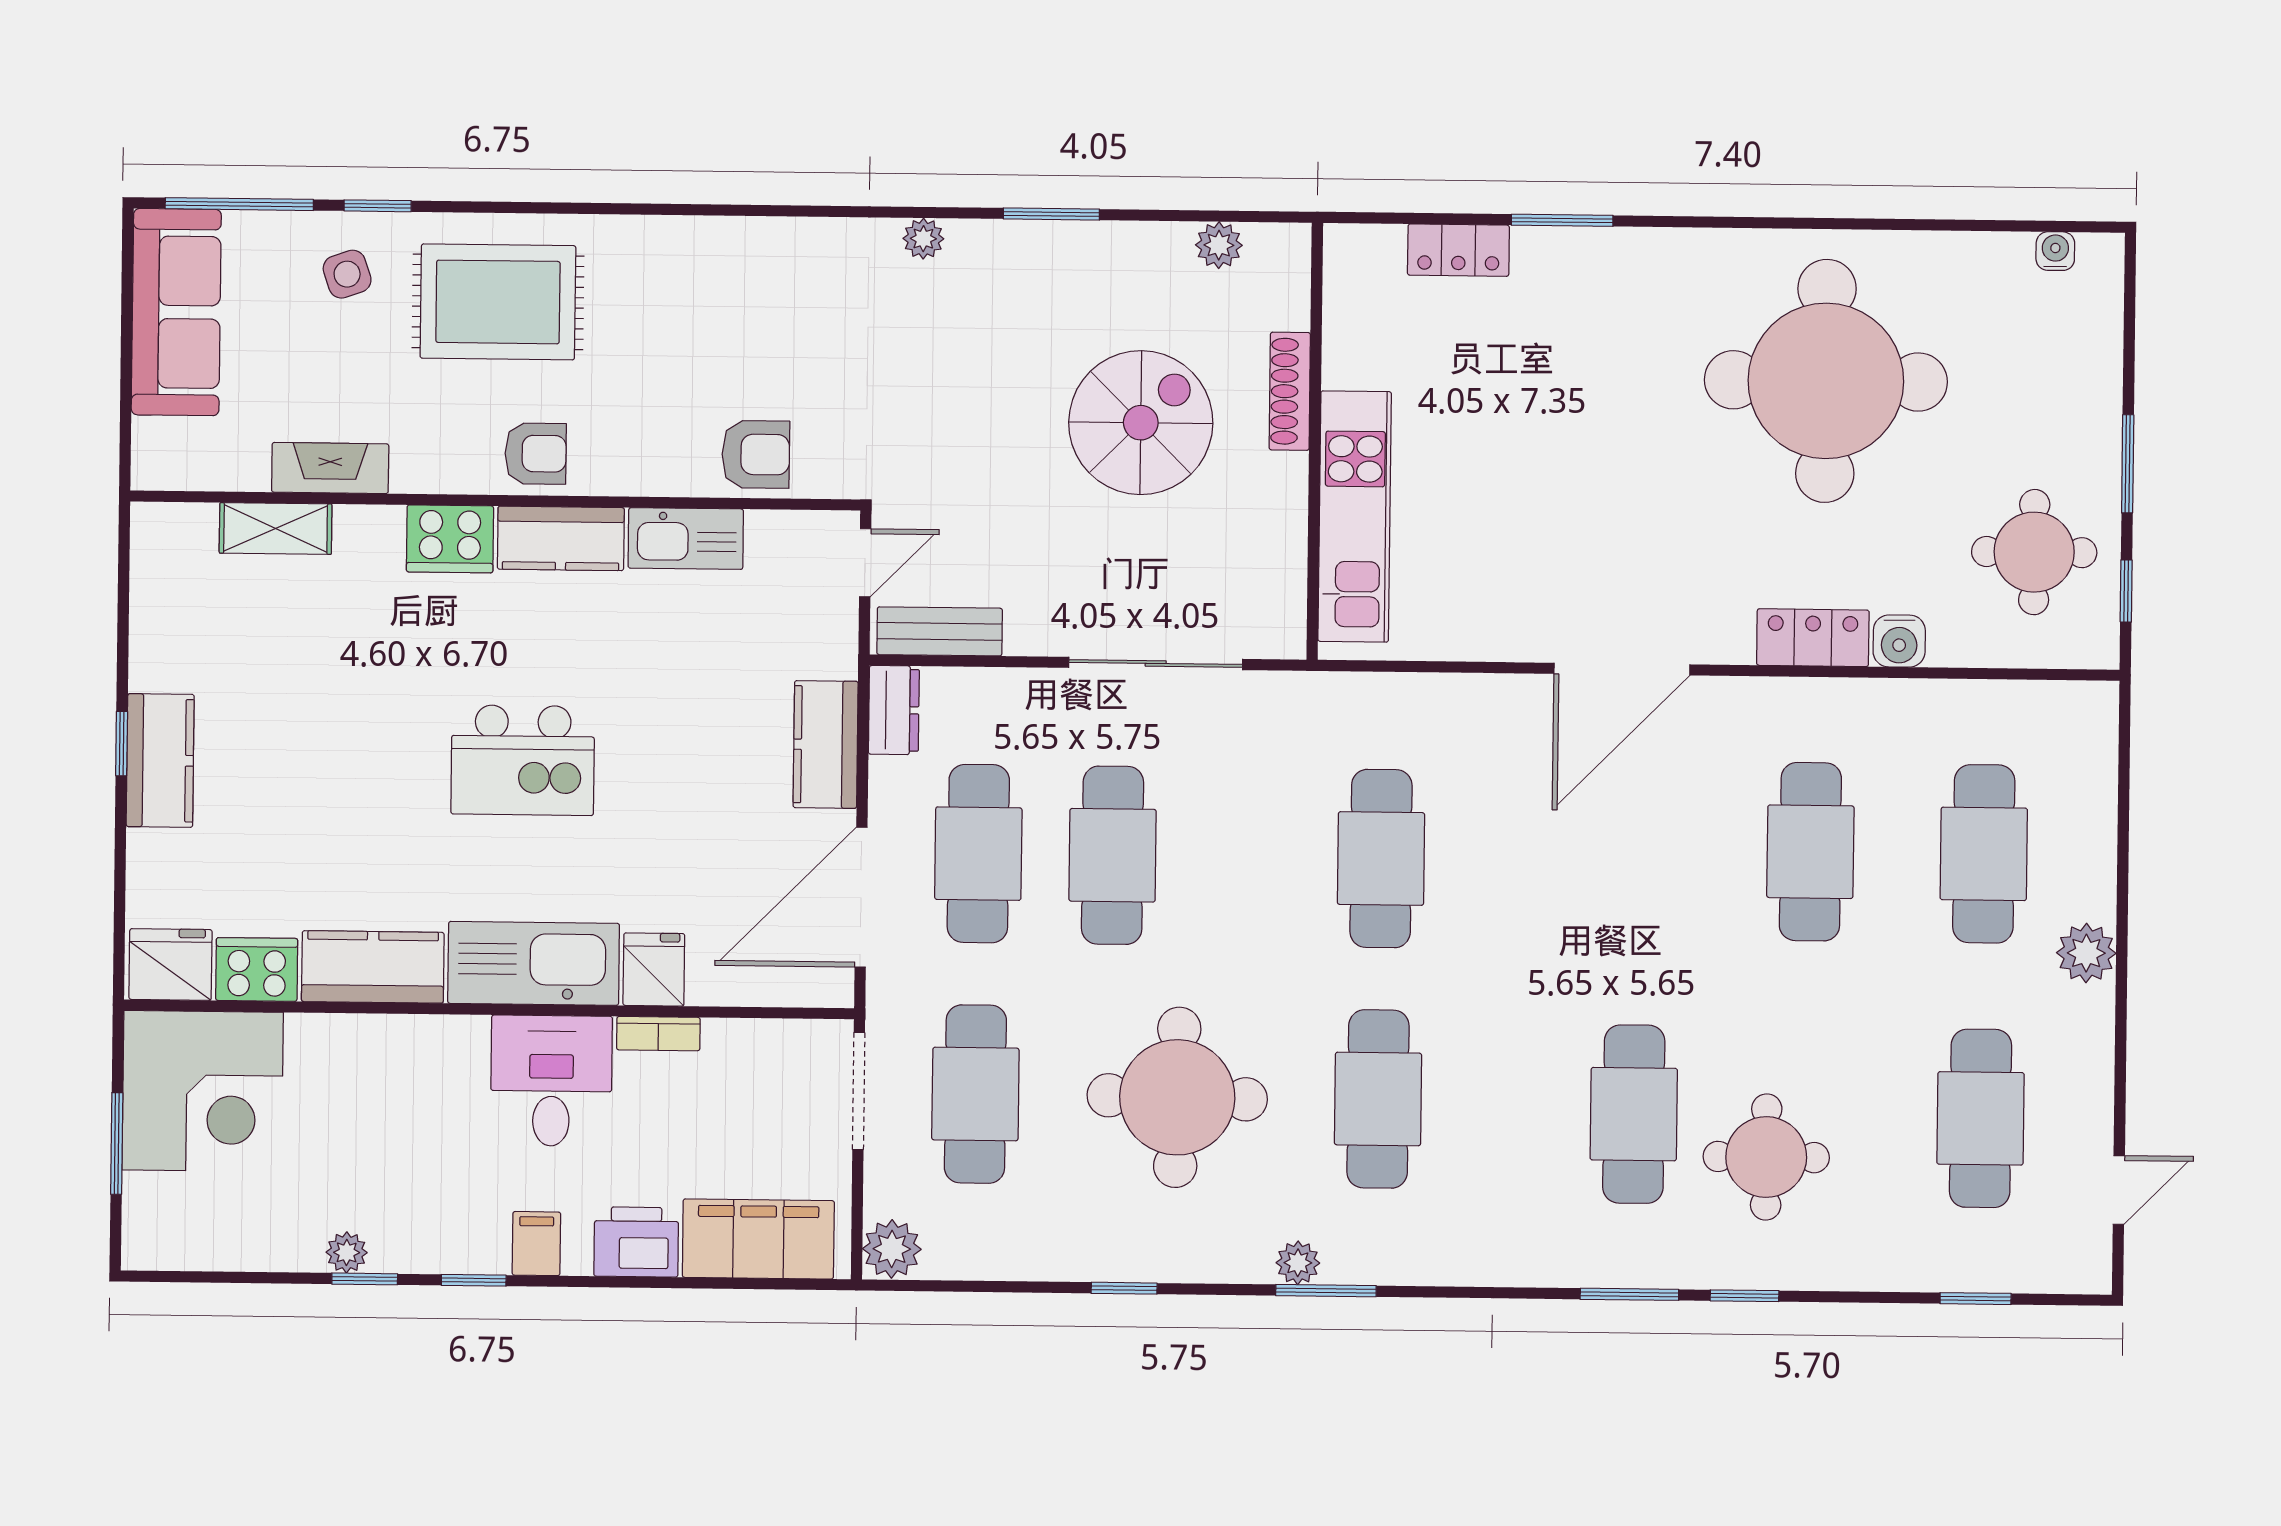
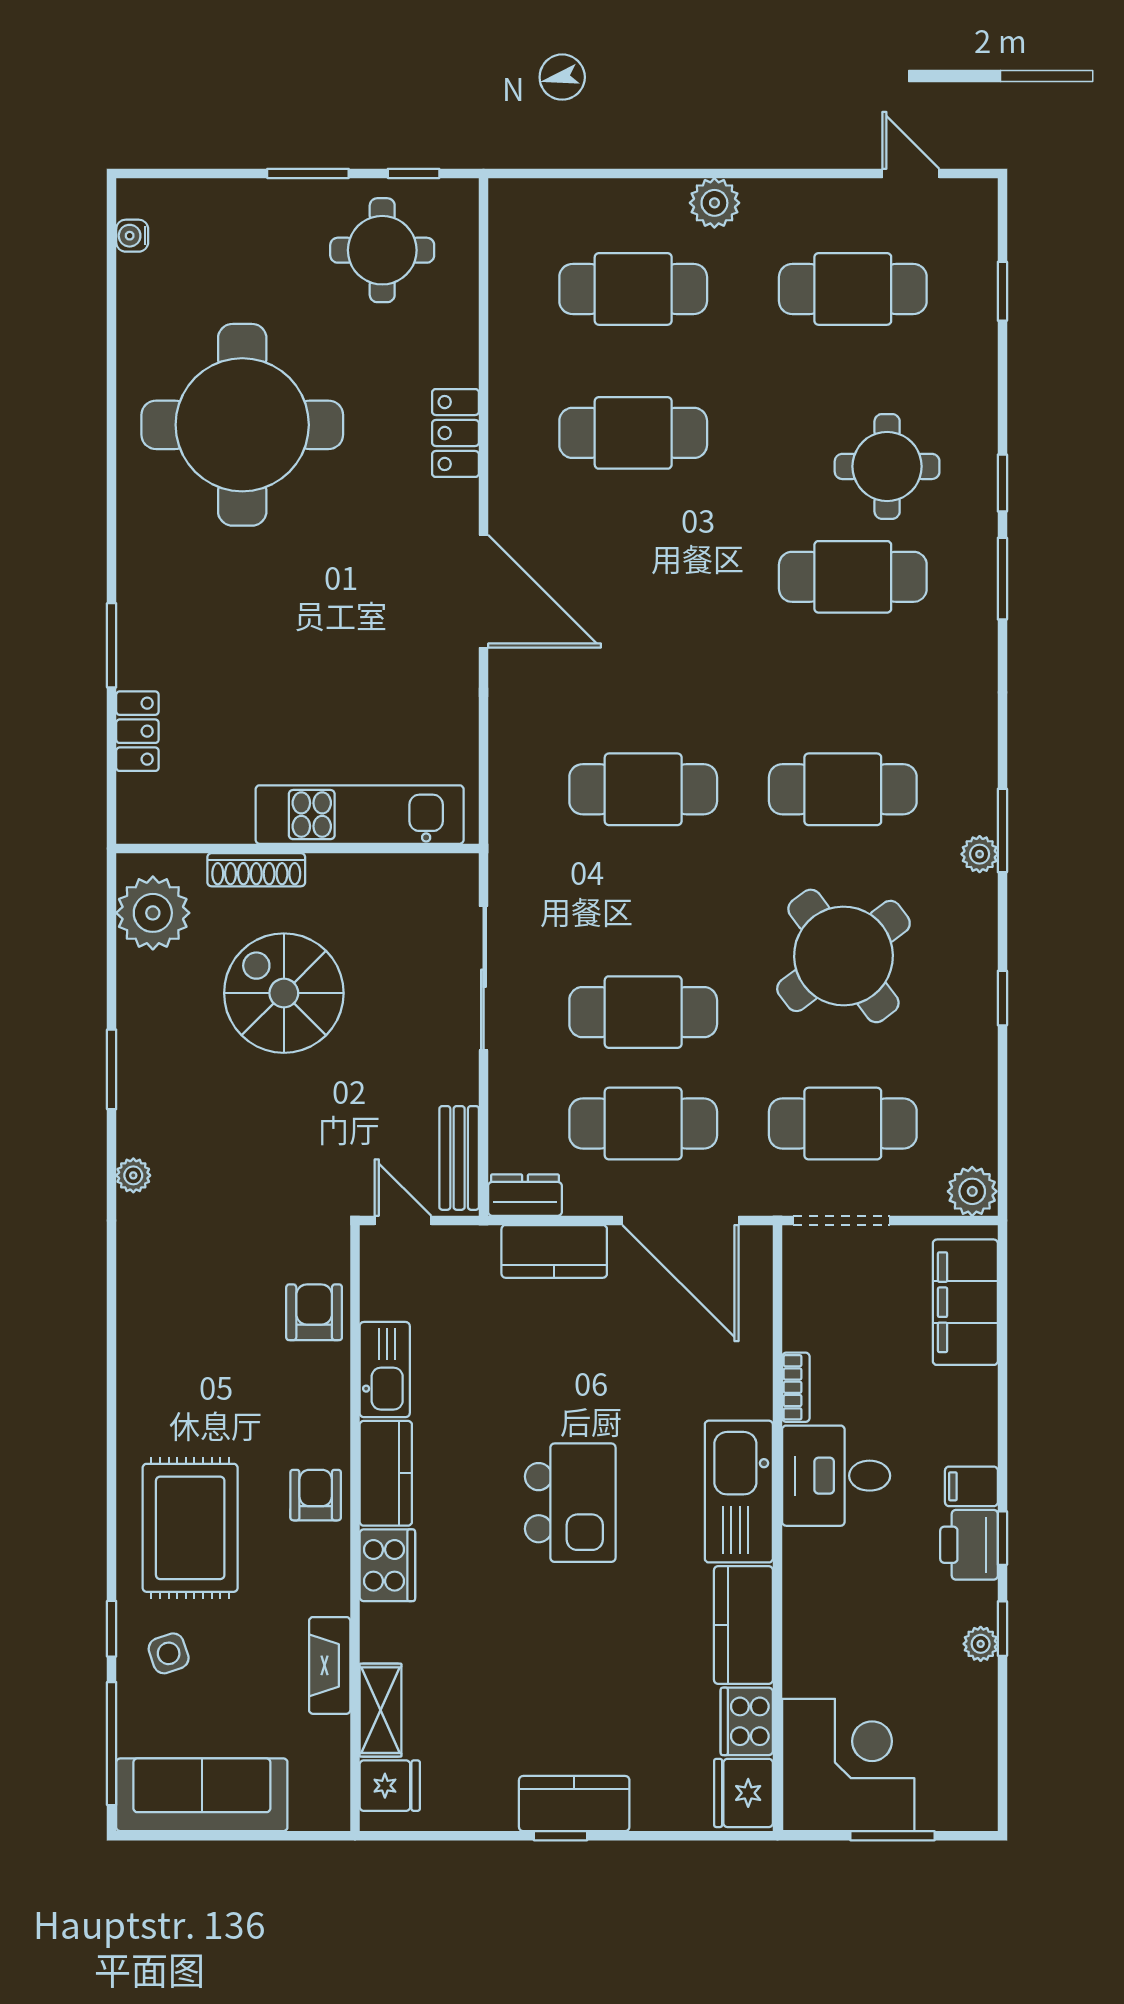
plant: (1219, 245) -> (153, 913), width x1.87, depth x1.87
water cooler: (1899, 641) -> (457, 361), removed
fridge: (654, 969) -> (390, 1786), moved, turned 180
round table: (1177, 1097) -> (843, 956), turned -38
printer: (636, 1242) -> (969, 1545), moved

